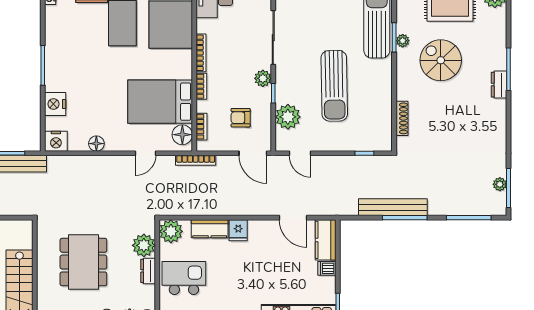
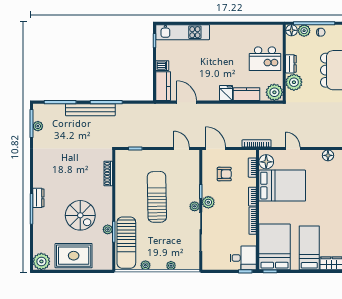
plant: (288, 117) -> (195, 206), moved, width x0.53, depth x0.53
door: (145, 153) -> (293, 148), hinge flipped
bench: (393, 207) -> (90, 110), moved

